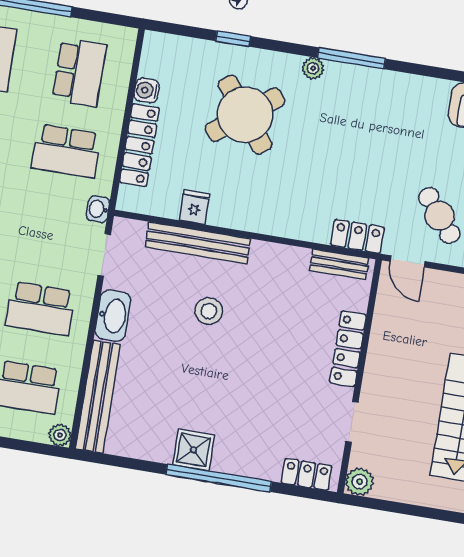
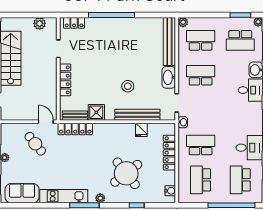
kitchen unit: (395, 86) -> (64, 196), added
water cooler: (147, 90) -> (170, 191), moved
locker: (357, 236) -> (75, 129), width x1.53
shower: (194, 450) -> (96, 112), moved
plant: (360, 482) -> (40, 23), moved

